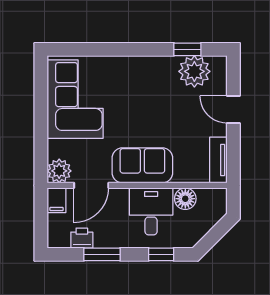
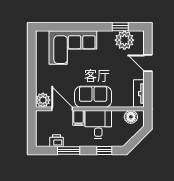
corner sofa: (75, 99) -> (73, 47), moved, turned 90
door: (91, 185) -> (62, 109), swing flipped
floor lamp: (185, 199) -> (131, 117), moved
filing cabinet: (56, 200) -> (79, 118), moved

